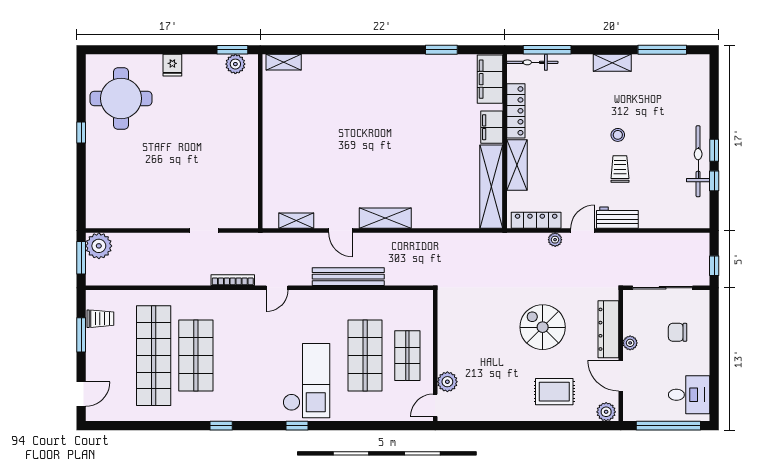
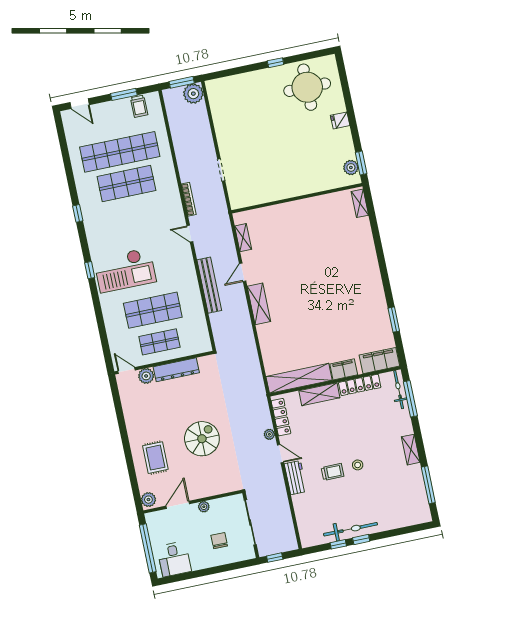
dresser: (608, 329) -> (176, 370), moved, turned 180

